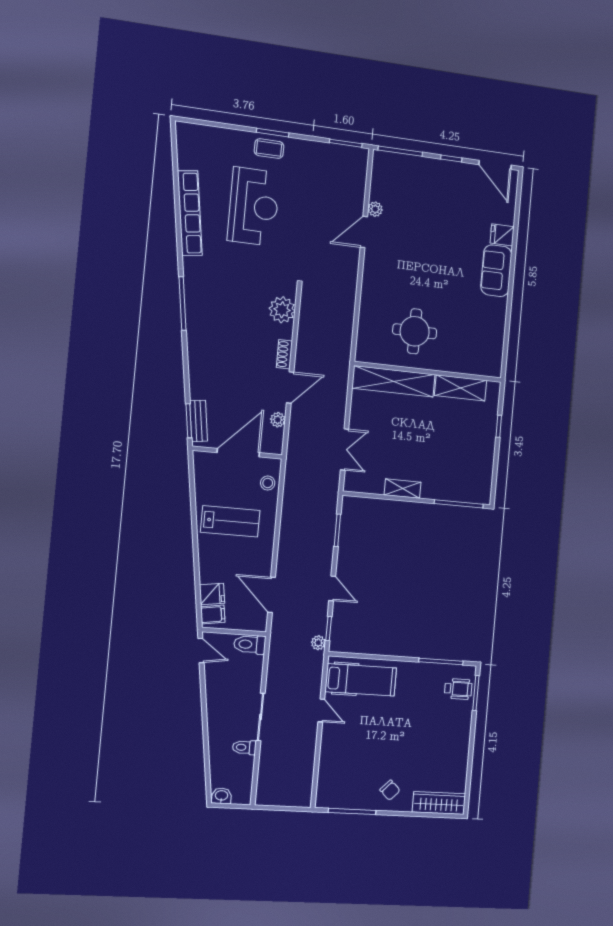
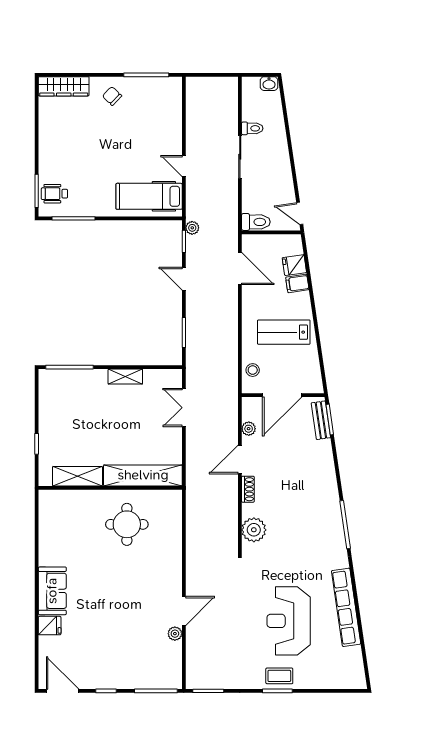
filing cabinet: (213, 614) -> (297, 283), moved

